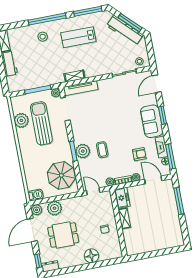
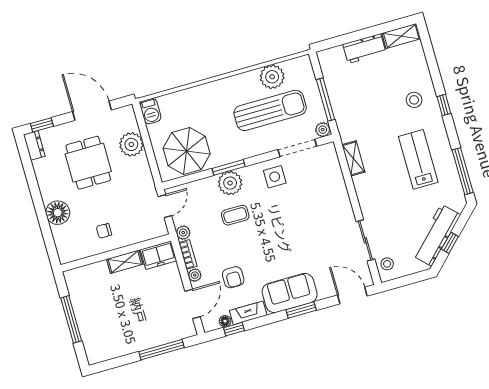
window: (47, 19) -> (444, 105), width x0.32
window: (130, 23) -> (450, 243), width x0.46
tv unit: (81, 88) -> (334, 170), removed
side table: (81, 124) -> (275, 177), added
window: (170, 156) -> (234, 329), width x0.46
plant: (37, 210) -> (126, 115), removed
window: (156, 253) -> (71, 319), added

